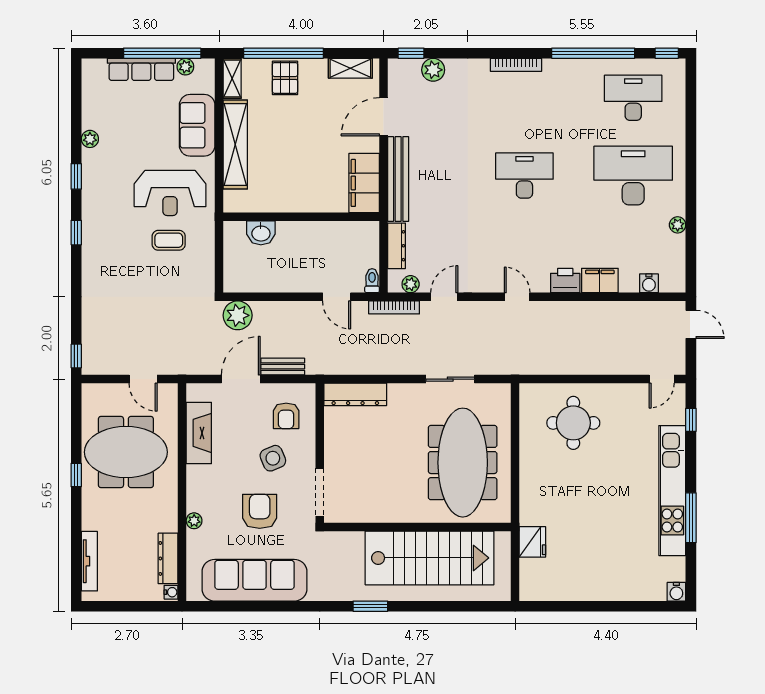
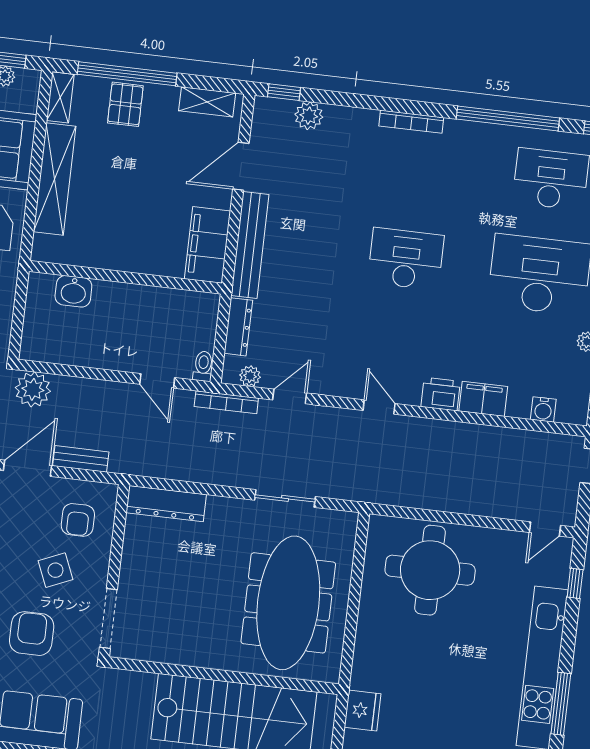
round table: (573, 423) -> (430, 570), width x1.36, depth x1.36

